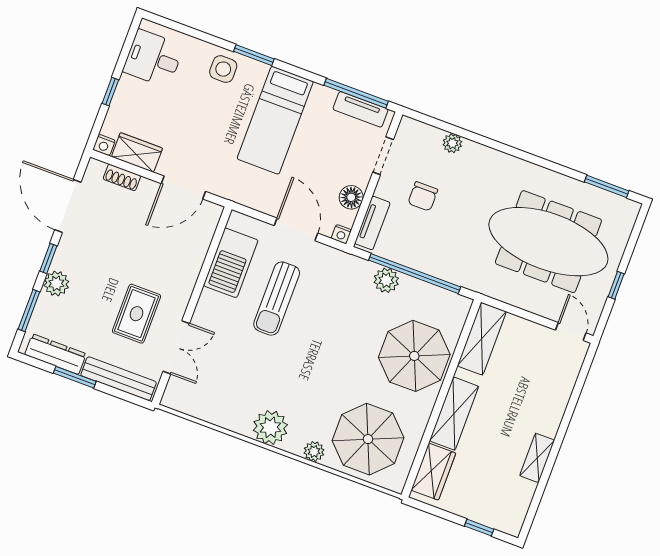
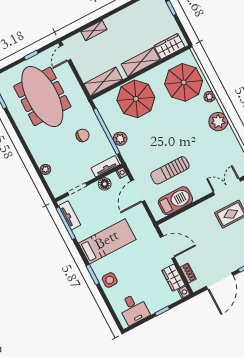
chair: (423, 196) -> (83, 135), moved
sun lounger: (277, 299) -> (170, 170), turned 180
shelving: (537, 458) -> (94, 30), moved

